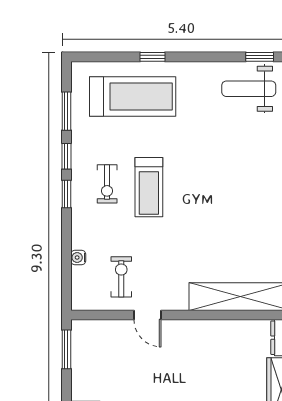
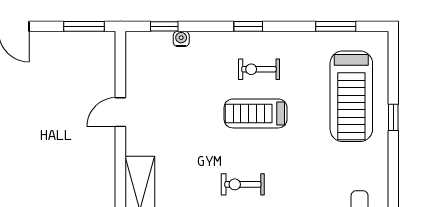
window: (66, 156) -> (164, 26), moved
exercise bike: (121, 277) -> (243, 184), moved, turned 180

